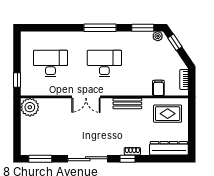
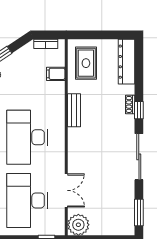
desk: (51, 63) -> (27, 200), width x1.36, depth x1.30
desk: (104, 63) -> (27, 137), width x1.36, depth x1.30
double door: (86, 97) -> (66, 190), moved

